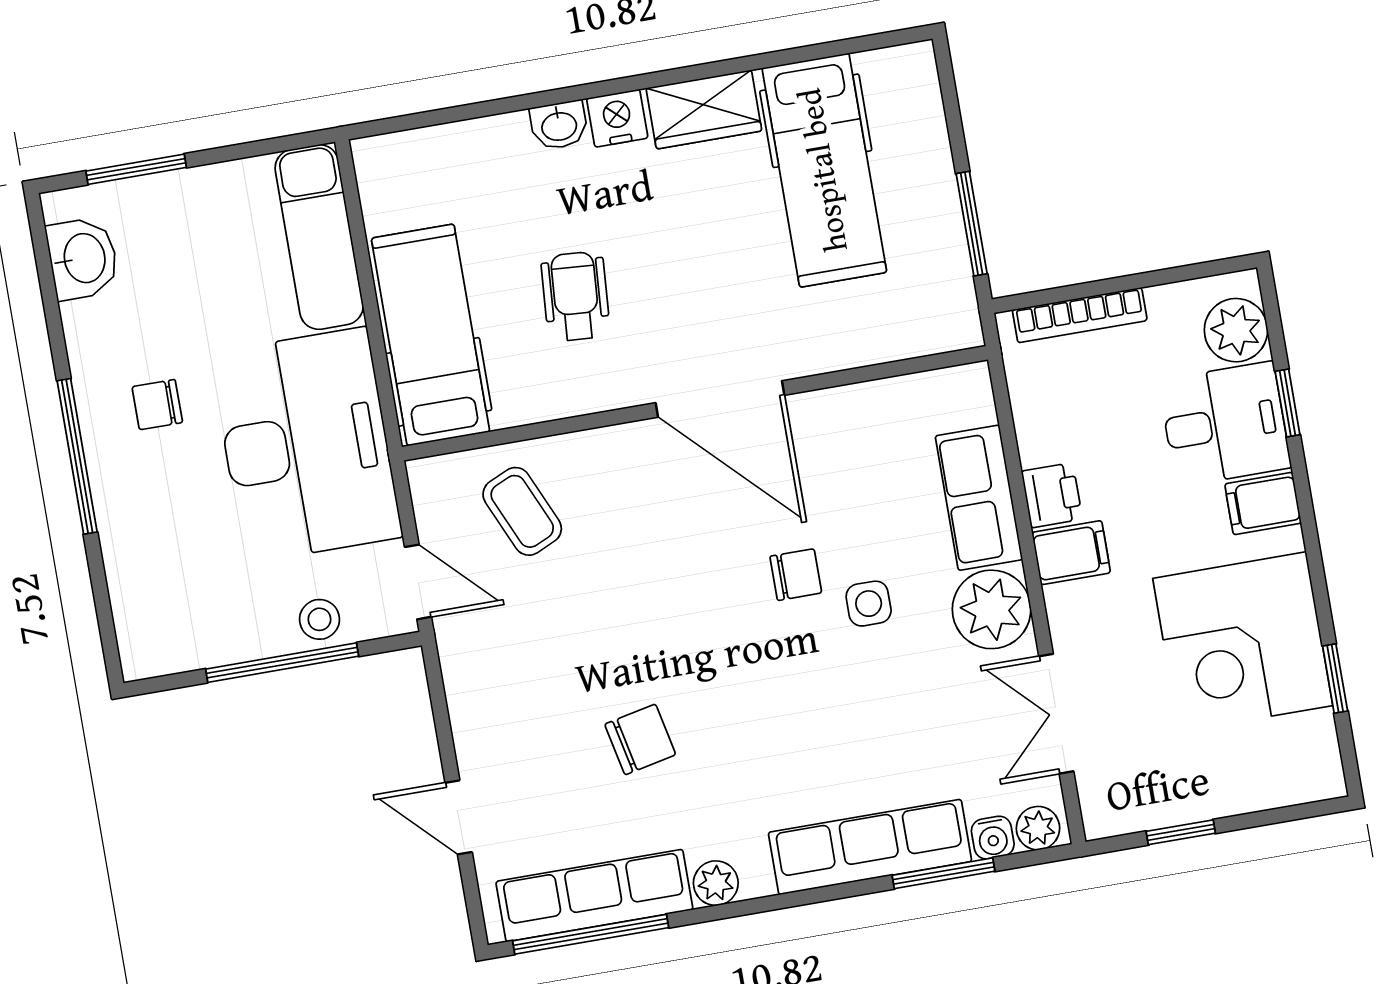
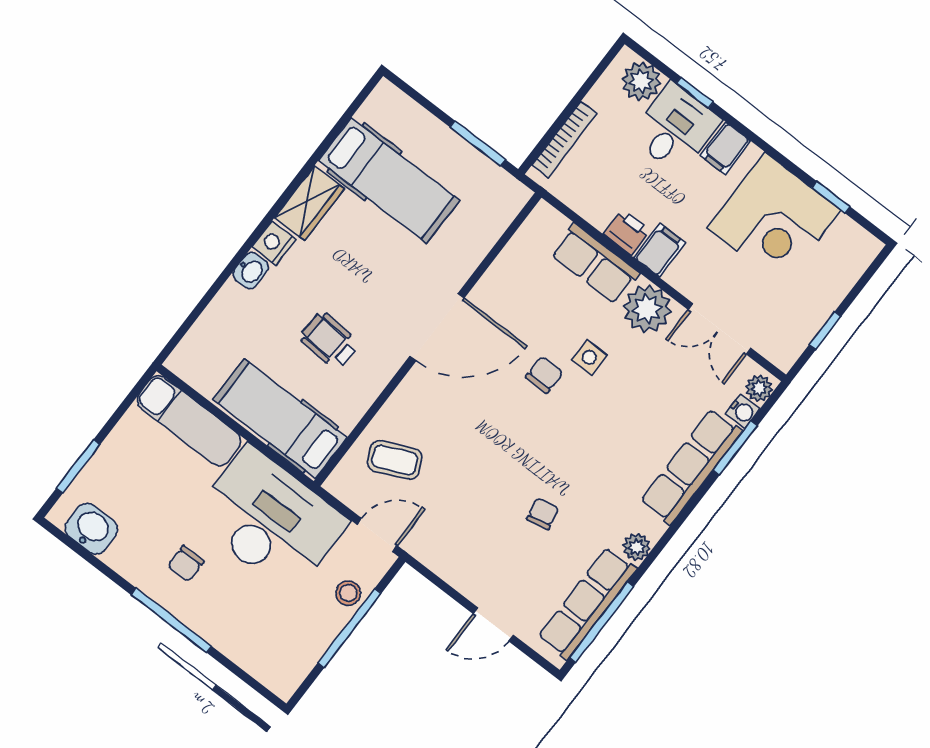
chair: (640, 739) -> (543, 514), width x0.73, depth x0.73

